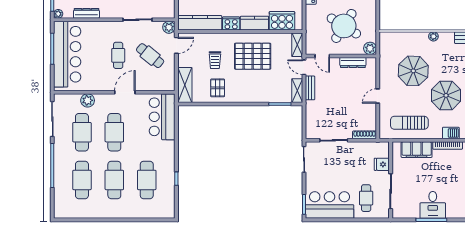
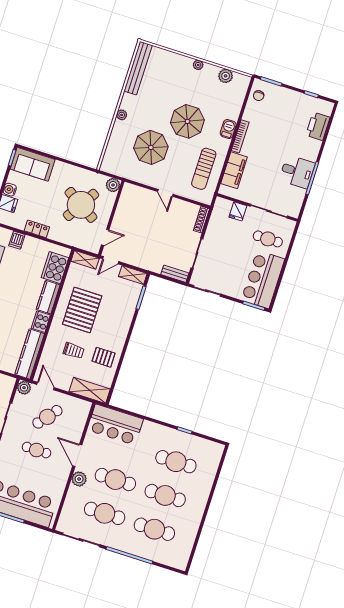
dresser: (353, 62) -> (122, 208), removed
bench: (310, 88) -> (175, 274), moved
plant: (88, 100) -> (79, 479), moved

